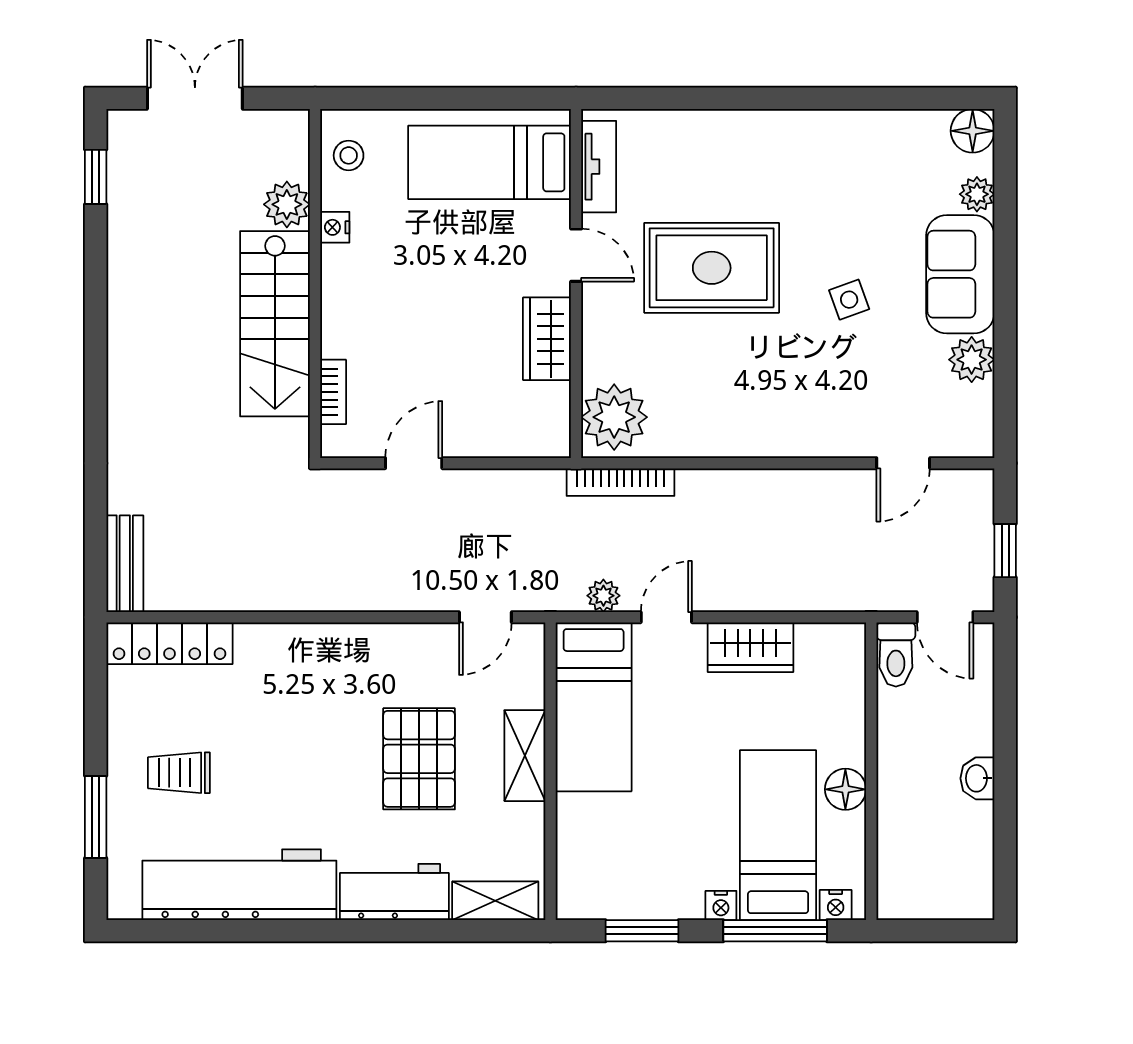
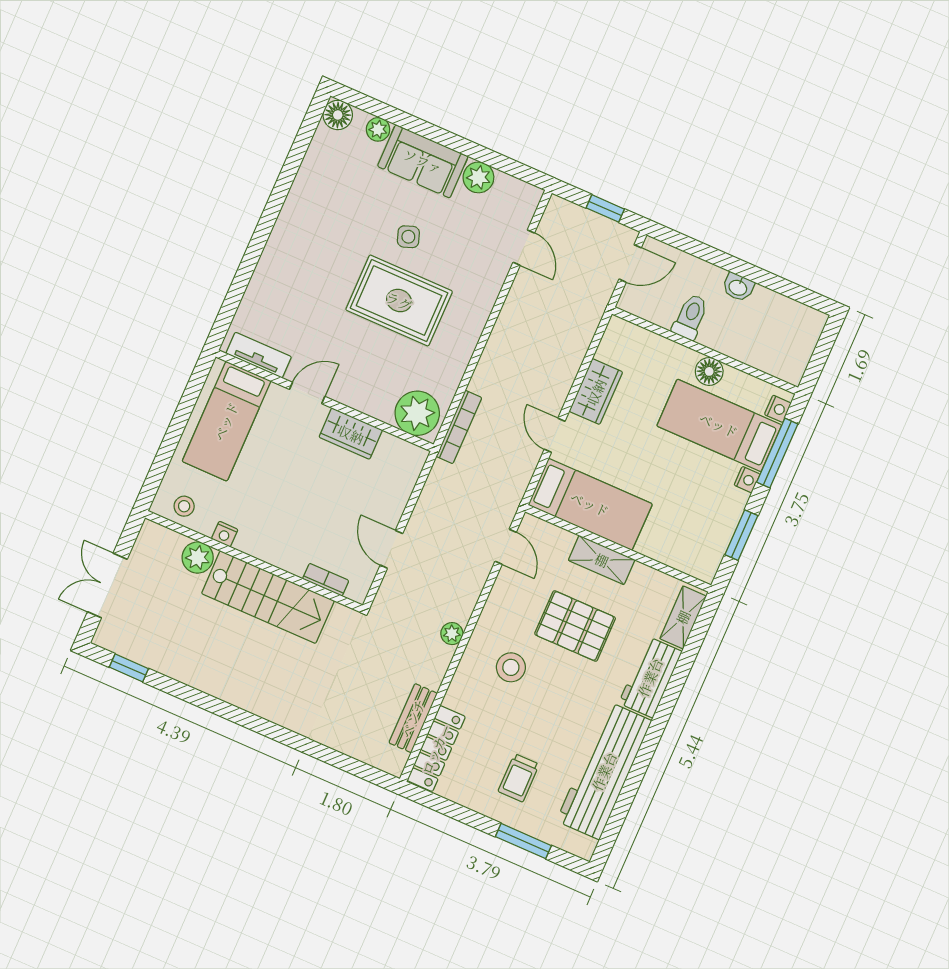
rug: (712, 268) -> (399, 301), moved, turned 90
bench: (125, 564) -> (413, 718), moved, turned 90
plant: (603, 596) -> (452, 634), moved
toilet: (896, 654) -> (690, 317), moved, turned -90
stool: (325, 696) -> (511, 667), added

